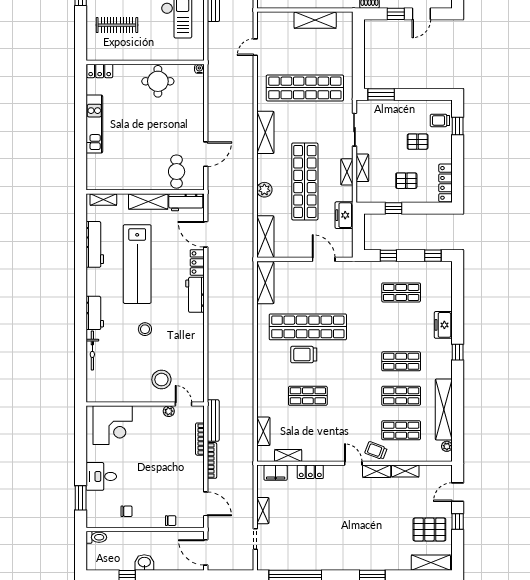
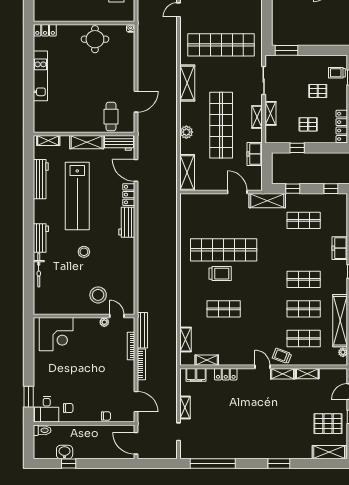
shelving: (265, 283) -> (267, 201), moved, turned 90
trolley: (304, 355) -> (220, 274), turned 180
desk: (101, 476) -> (47, 409), moved, turned -90
washbasin: (144, 563) -> (65, 452), moved

